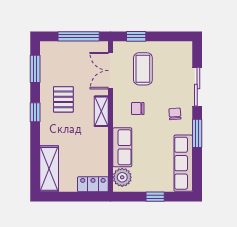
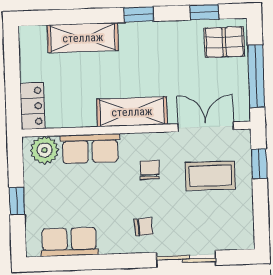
window: (35, 69) -> (204, 12), width x0.67
pallet: (63, 99) -> (224, 42), moved
shelving: (101, 111) -> (132, 112), width x1.50, depth x1.33
window: (197, 133) -> (115, 261), removed
row of seats: (183, 163) -> (69, 242), width x0.68
shelving: (49, 169) -> (83, 38), moved

